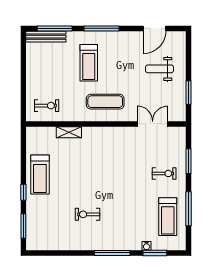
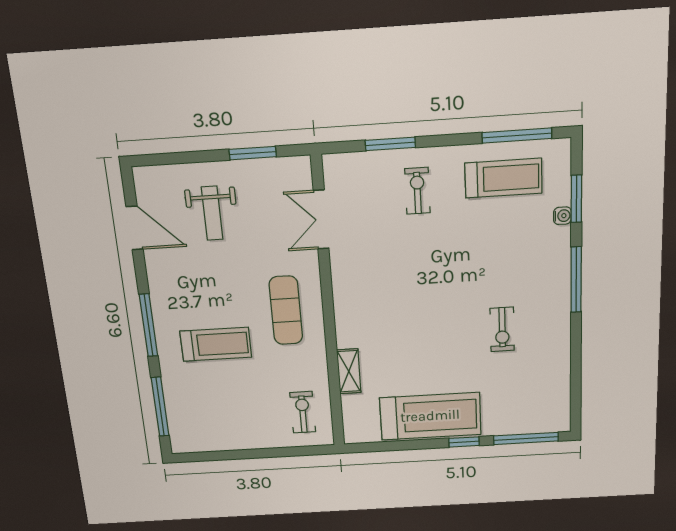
bench: (46, 37) -> (177, 420), removed
treadmill: (40, 175) -> (430, 416), width x1.37, depth x1.38
window: (189, 209) -> (517, 135), moved
window: (23, 226) -> (526, 438), width x1.44

